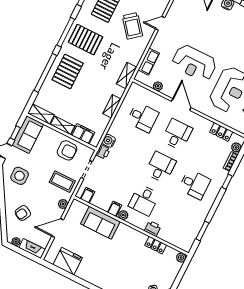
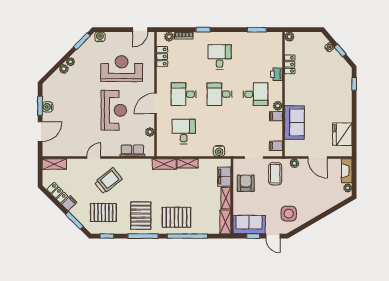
door: (160, 23) -> (94, 158), swing flipped
shelving: (127, 75) -> (164, 164), moved
printer: (103, 152) -> (231, 151), removed
armchair: (23, 213) -> (320, 194), removed

